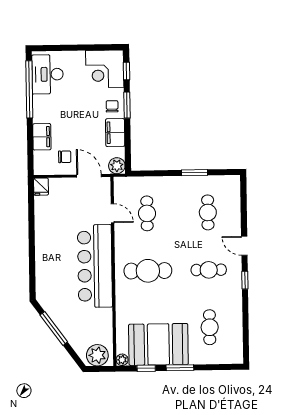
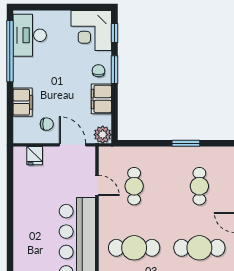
fridge: (41, 187) -> (35, 156), moved
cafe table: (209, 270) -> (199, 248), width x1.37, depth x1.35

